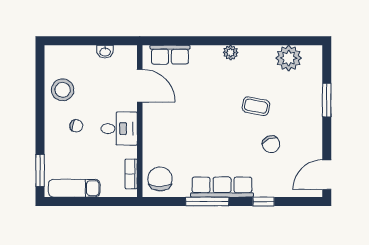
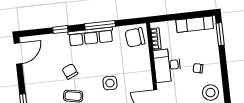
side table: (202, 119) -> (110, 83), added
desk: (119, 129) -> (167, 65), width x1.37
chair: (271, 144) -> (70, 71), moved
chair: (160, 179) -> (135, 37), turned 84

